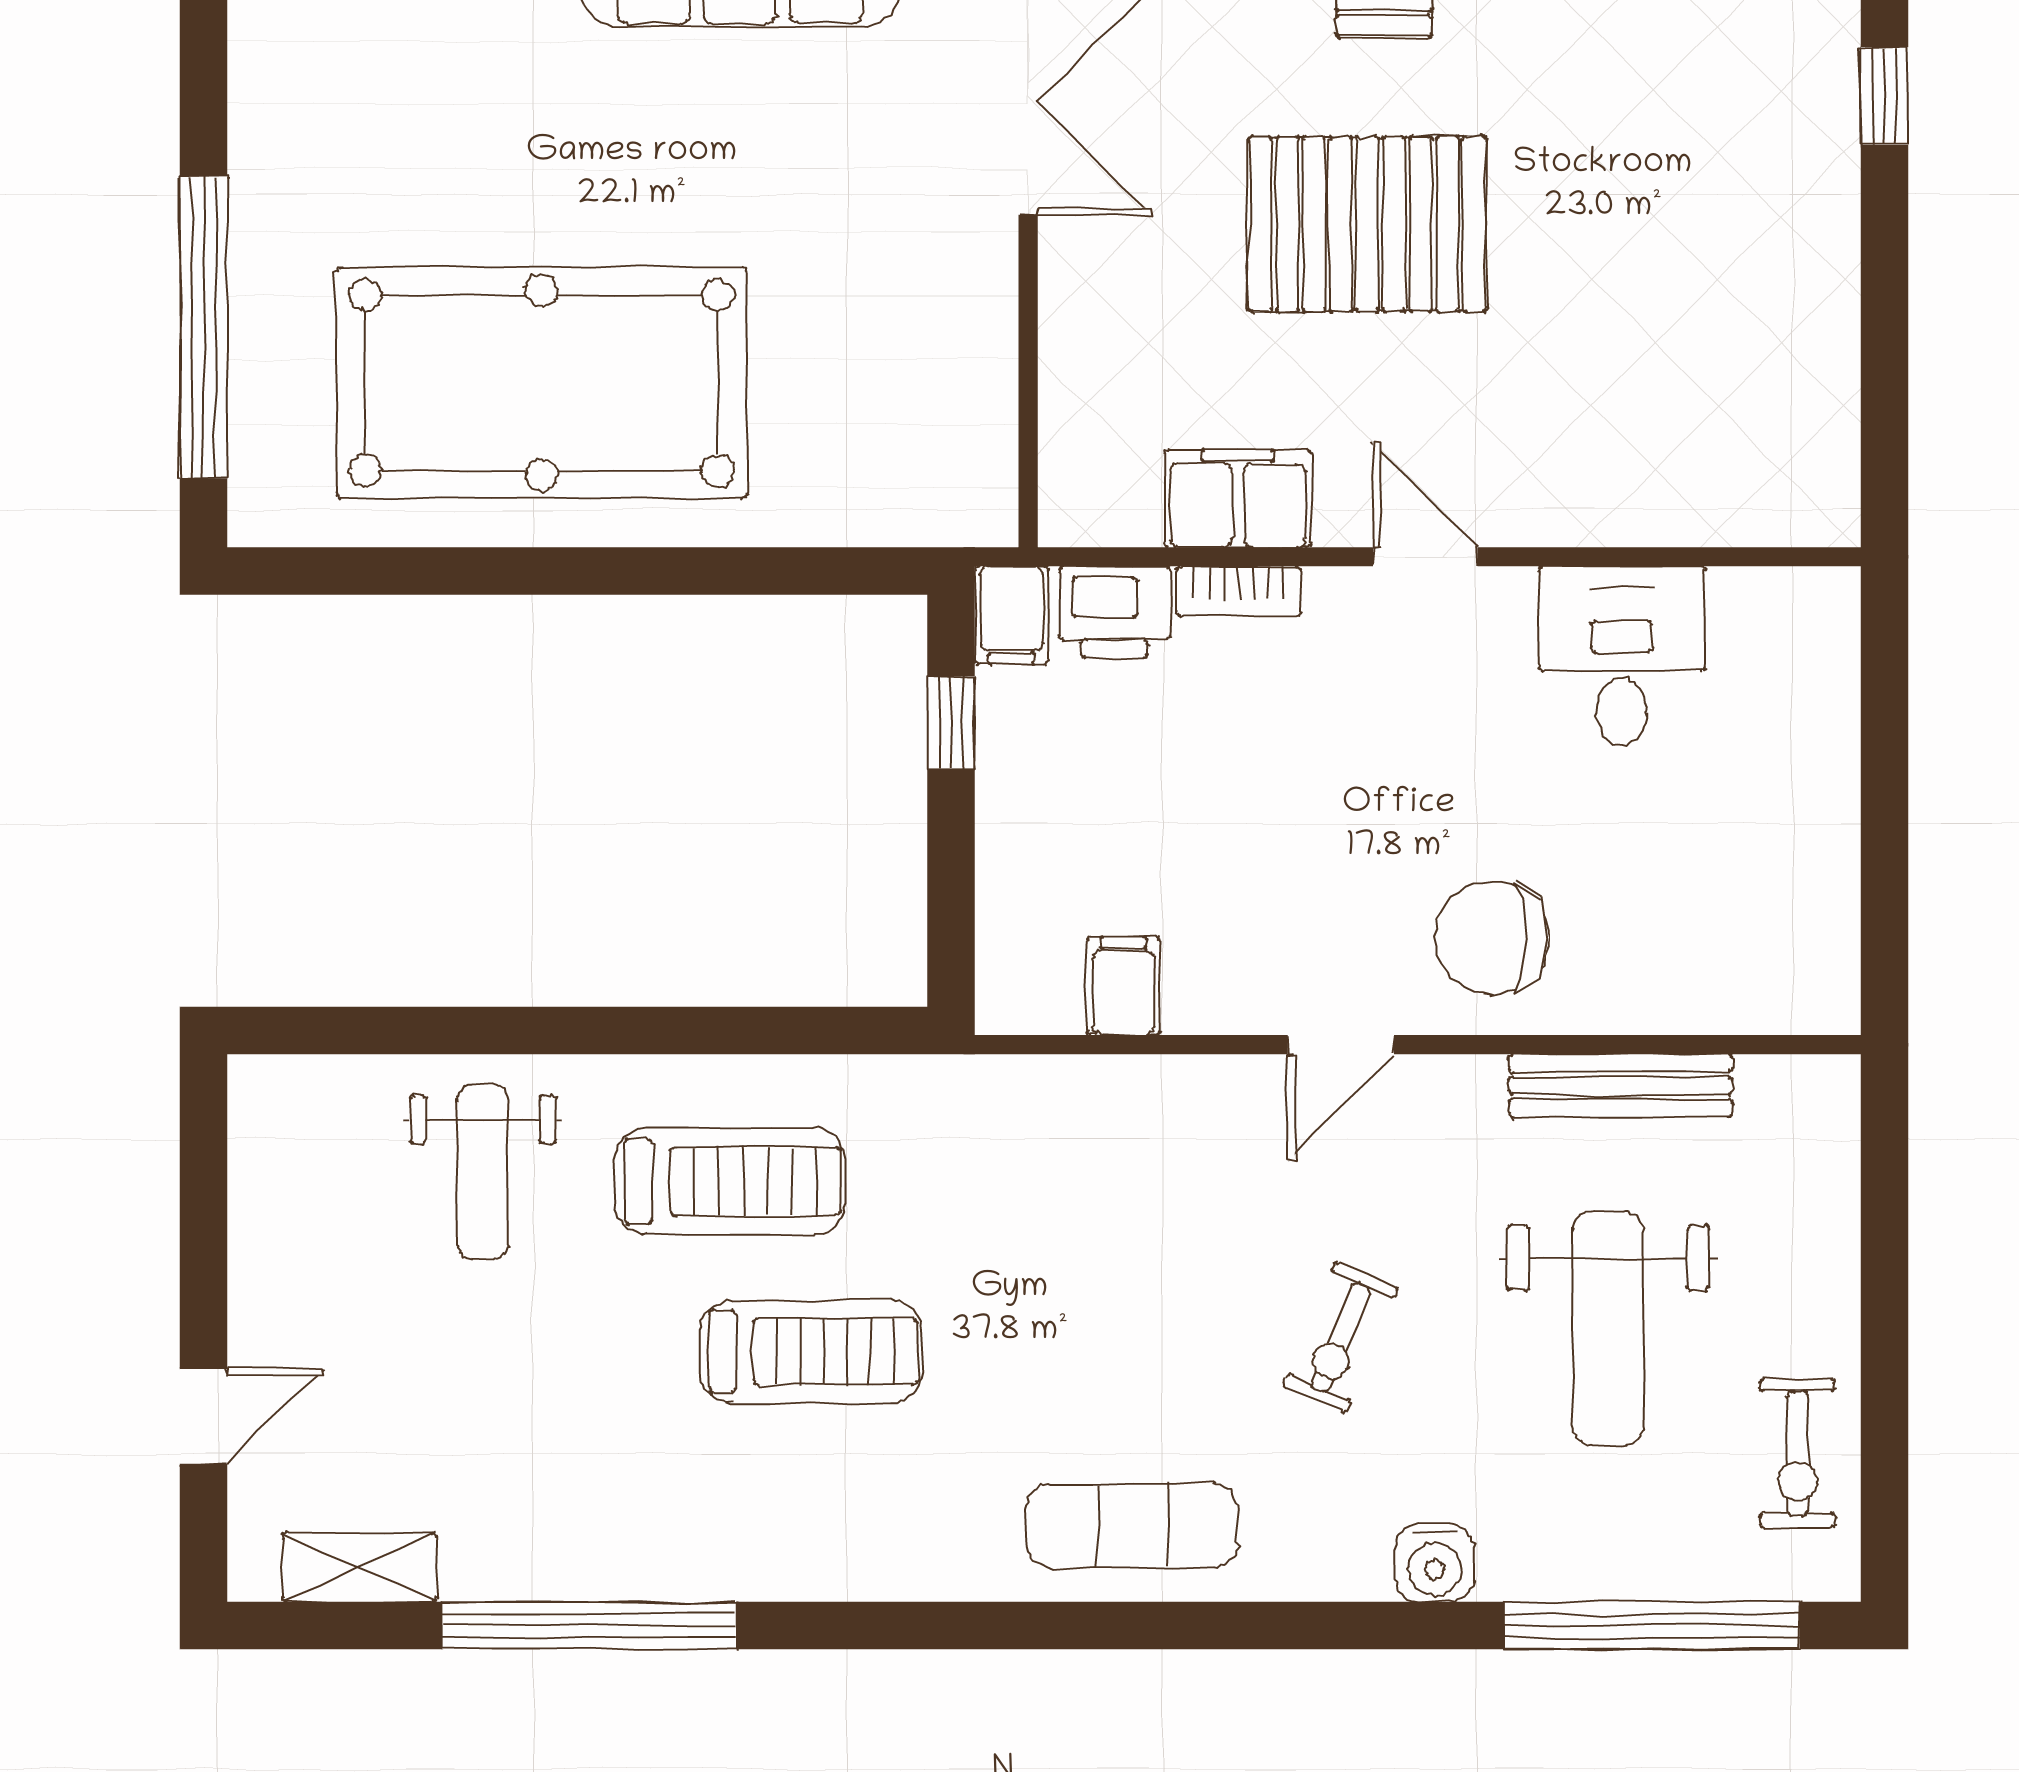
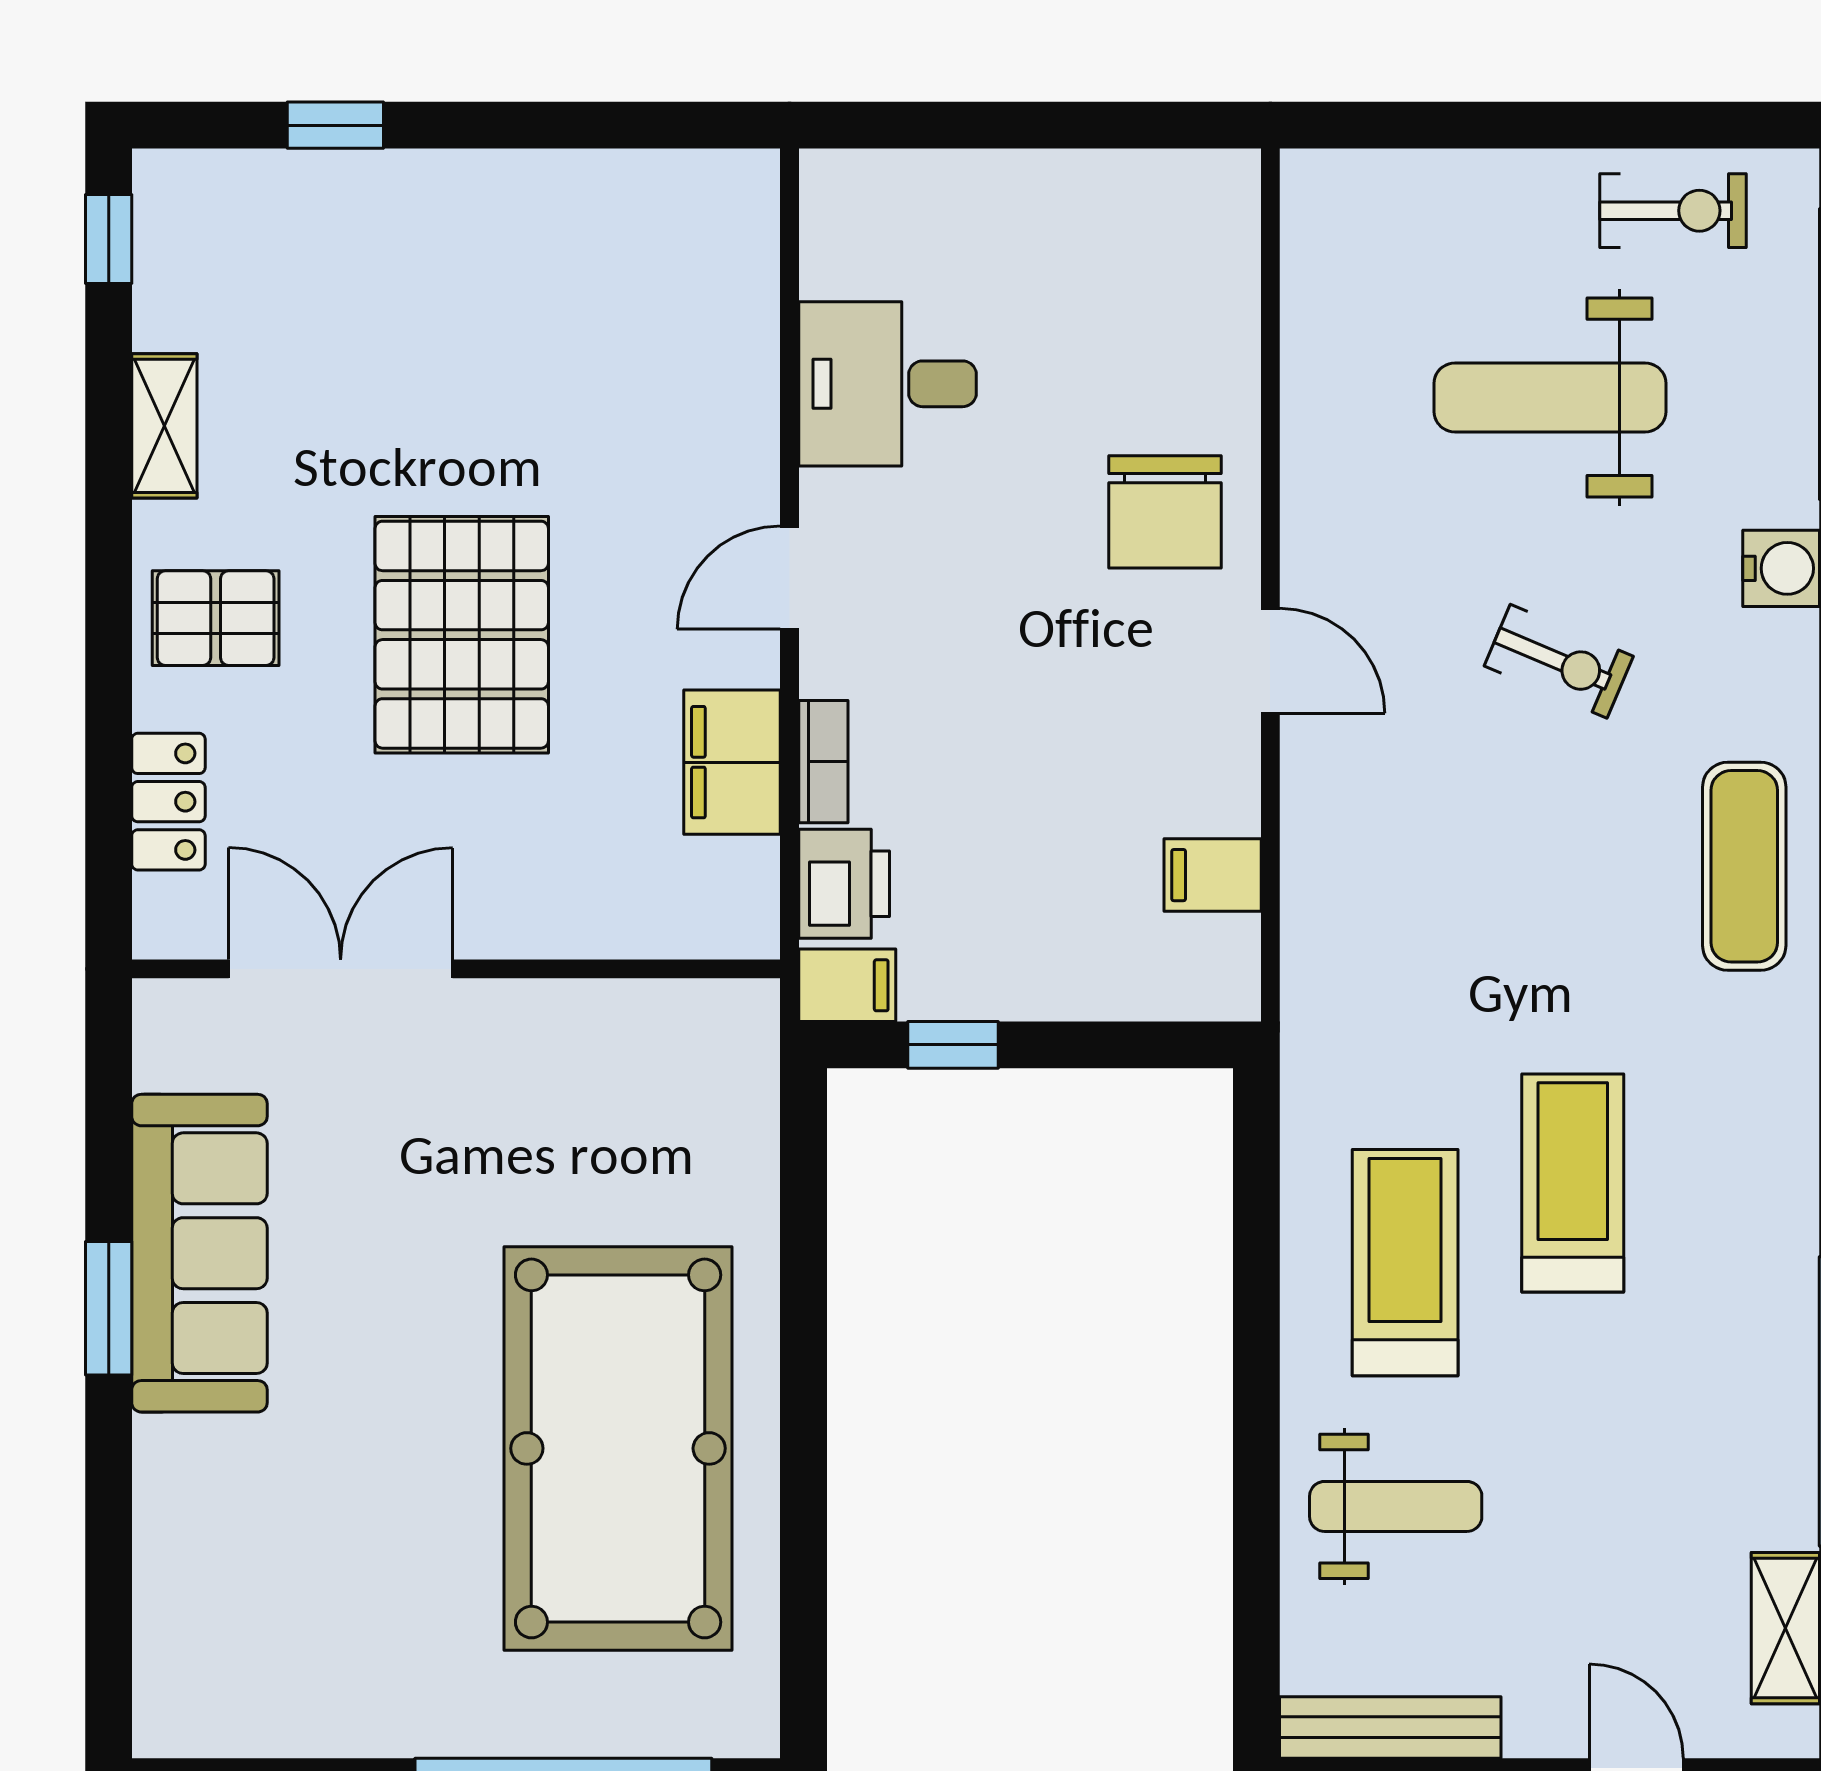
bench: (1621, 1086) -> (1390, 1727), moved, turned 90
weight bench: (1608, 1328) -> (1550, 397), turned 180

